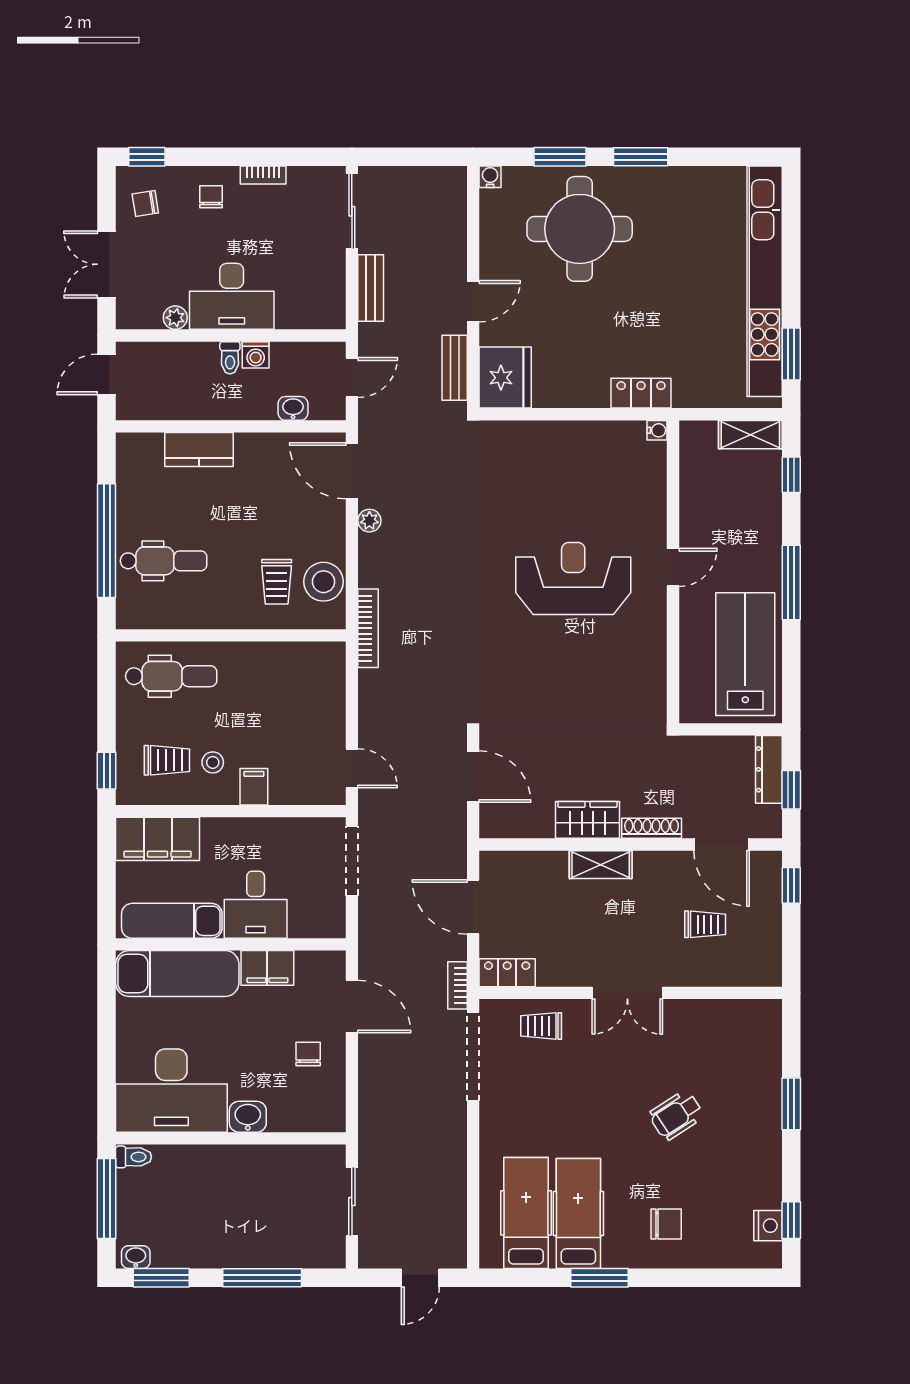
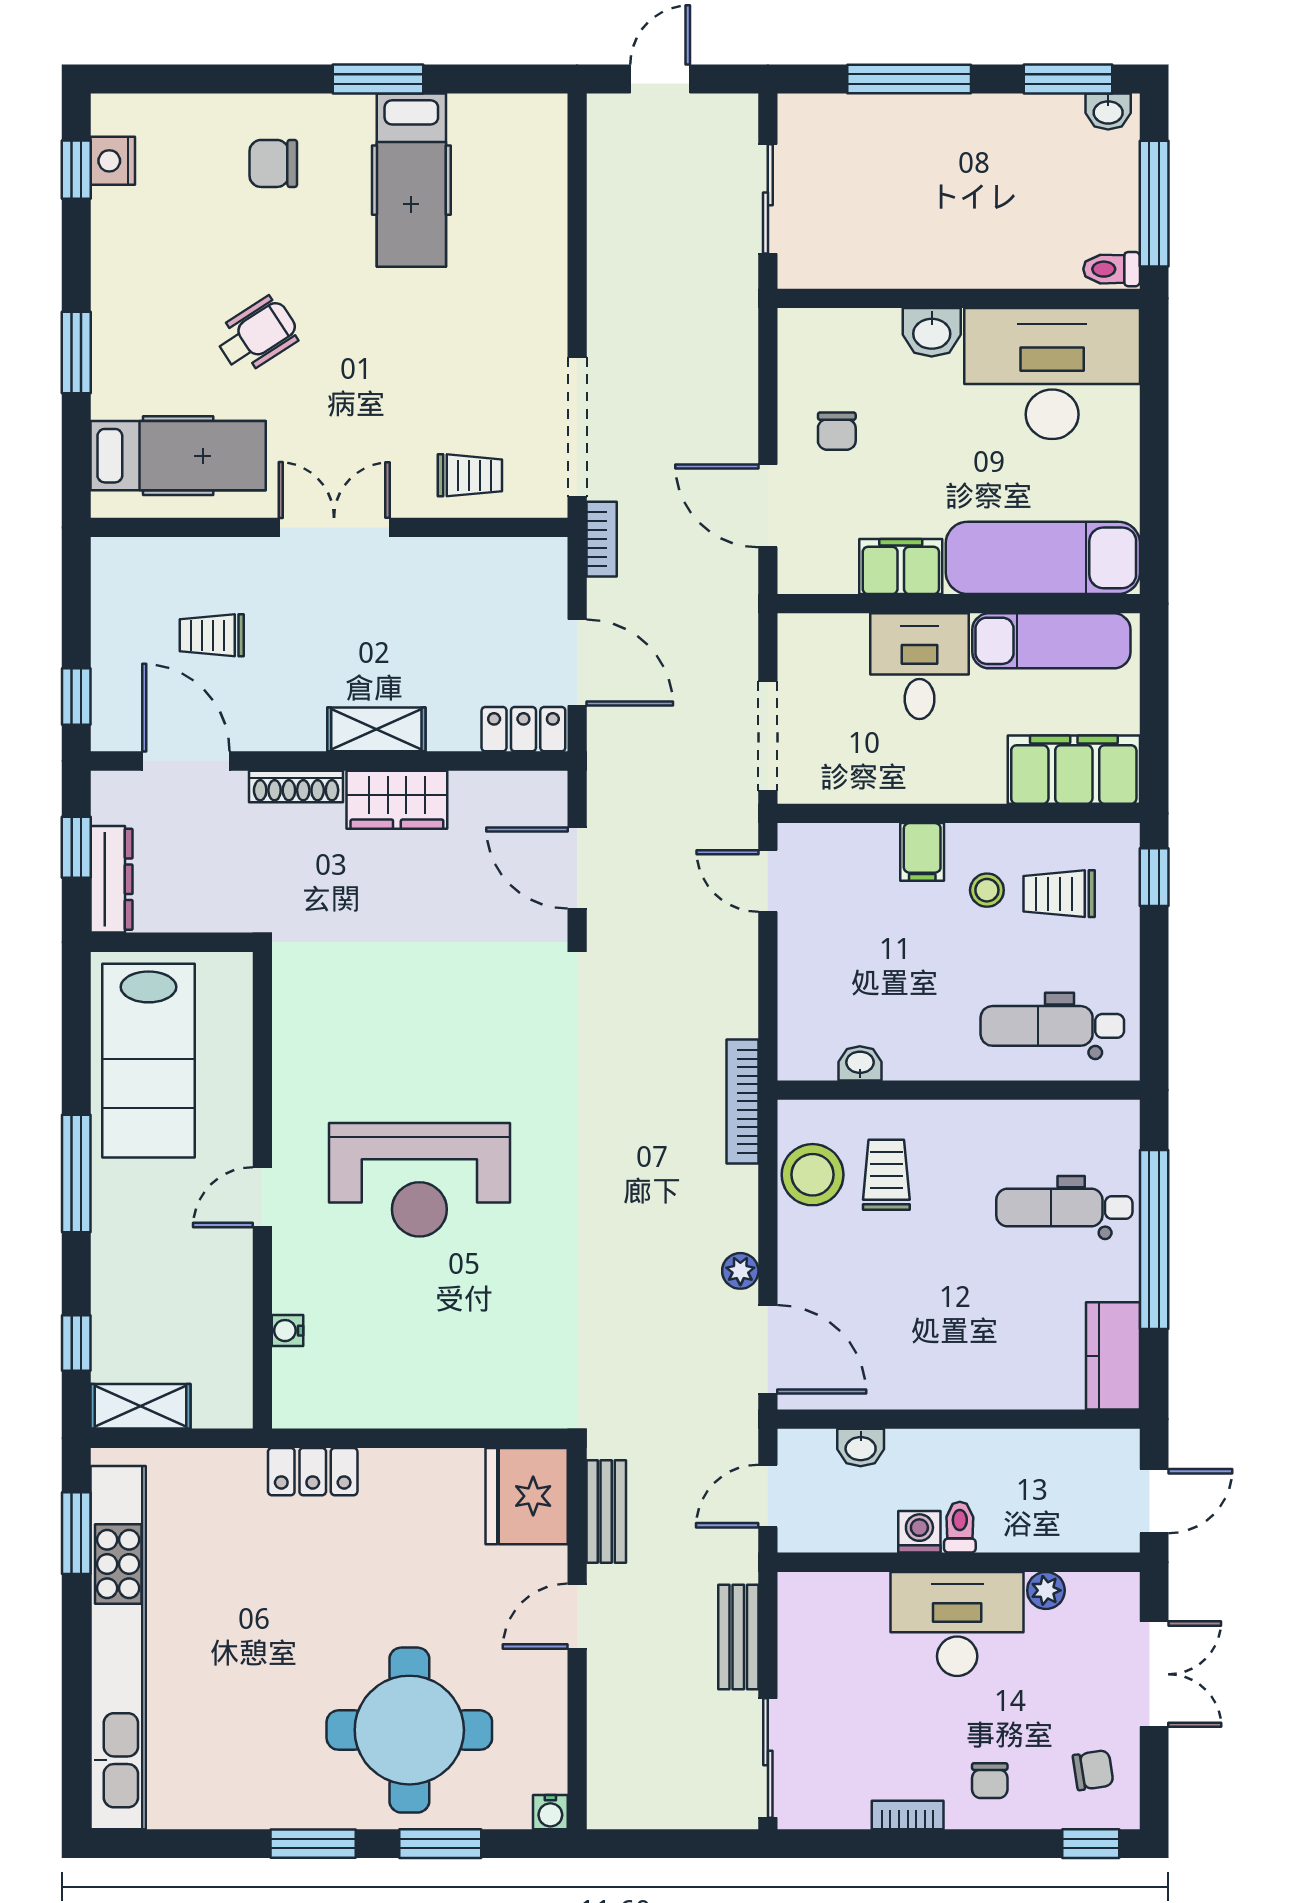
water cooler: (657, 430) -> (287, 1331), moved
kitchen counter: (199, 450) -> (1113, 1356), moved, turned -90
washbasin: (293, 652) -> (860, 1063), added
locker: (507, 973) -> (523, 729), moved, turned 180
hospital bed: (526, 1213) -> (178, 456), moved, turned -90

